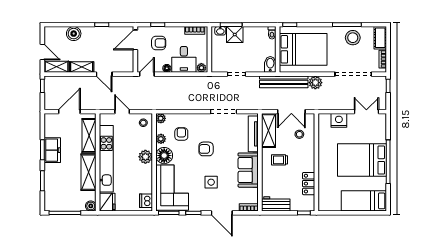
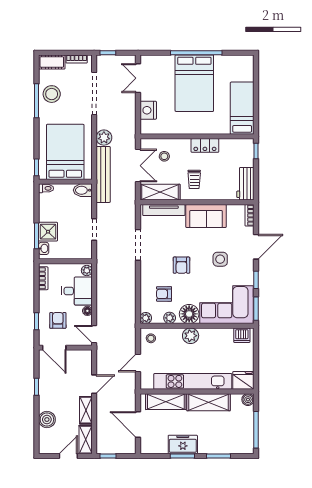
locker: (309, 184) -> (205, 145), moved
bed: (364, 201) -> (242, 108), moved, turned 180

